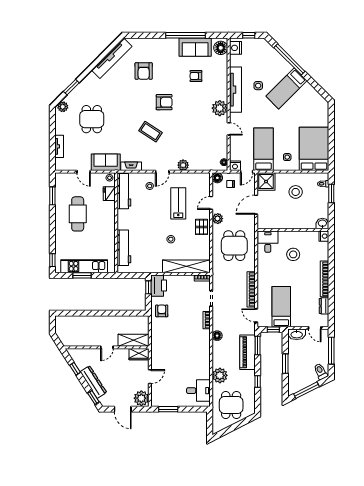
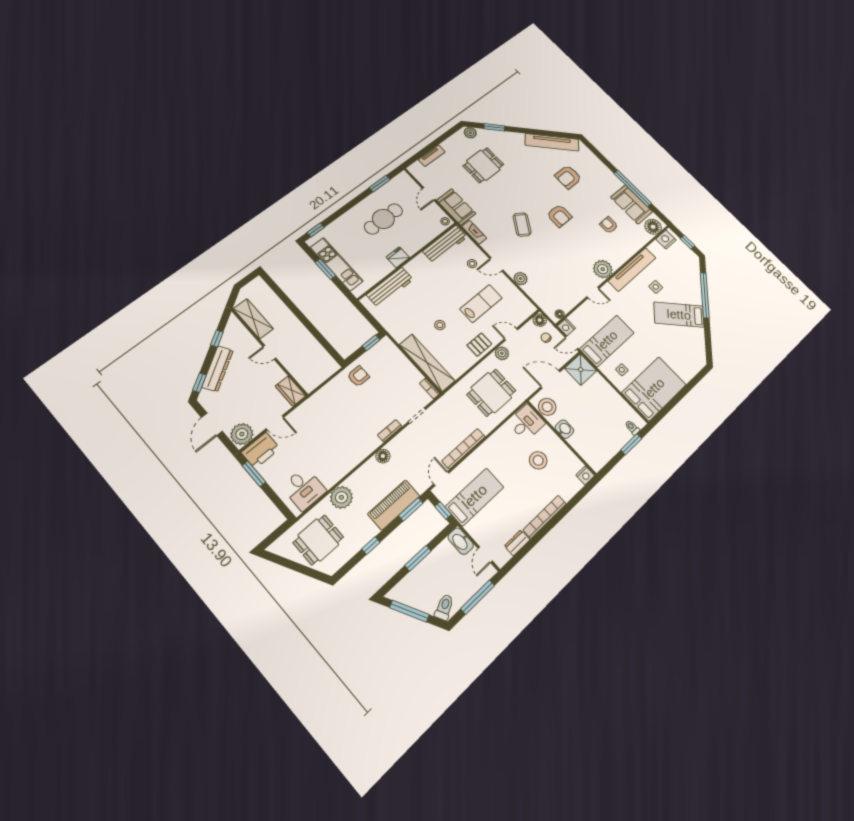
door: (229, 129) -> (593, 293), hinge flipped
stool: (296, 192) -> (547, 407), moved
fridge: (109, 194) -> (398, 257), moved
washbasin: (322, 224) -> (564, 429), moved
printer: (159, 286) -> (261, 450), moved
shelving: (134, 340) -> (253, 319), moved

